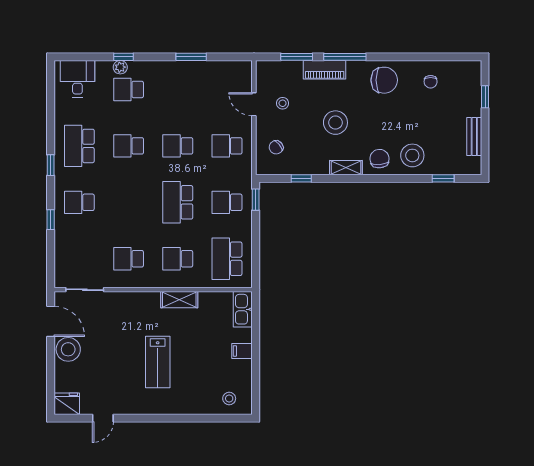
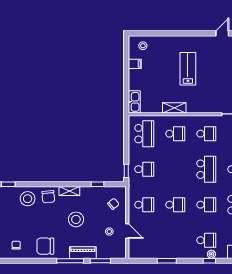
school desk: (178, 202) -> (206, 169), moved
filing cabinet: (242, 351) -> (135, 64), moved

